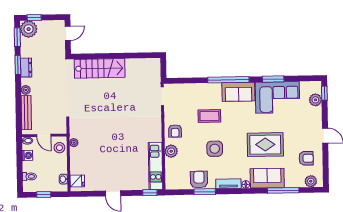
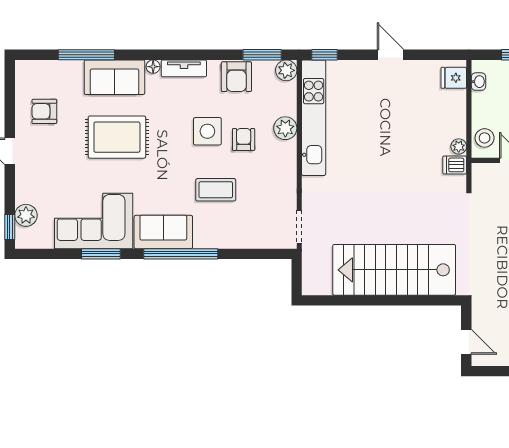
door: (68, 33) -> (466, 342), swing flipped
stairs: (100, 68) -> (394, 270), width x1.36, depth x1.51
armchair: (175, 131) -> (244, 139), moved
dishwasher: (76, 132) -> (455, 165), added
kitchen unit: (156, 166) -> (314, 118), width x1.36
plant: (311, 181) -> (286, 70), moved
window: (205, 192) -> (262, 55), moved

